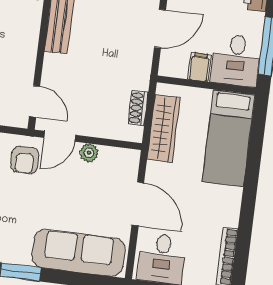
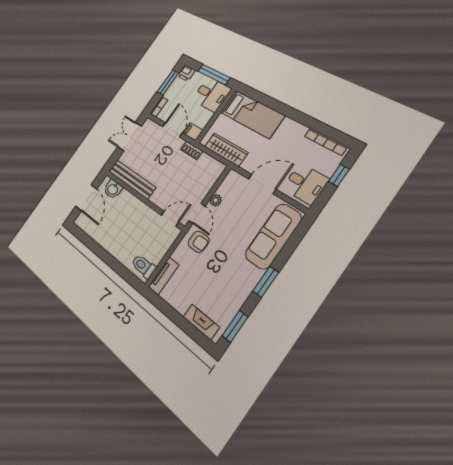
filing cabinet: (200, 67) -> (193, 132), moved
shoe rack: (138, 108) -> (192, 150), moved

